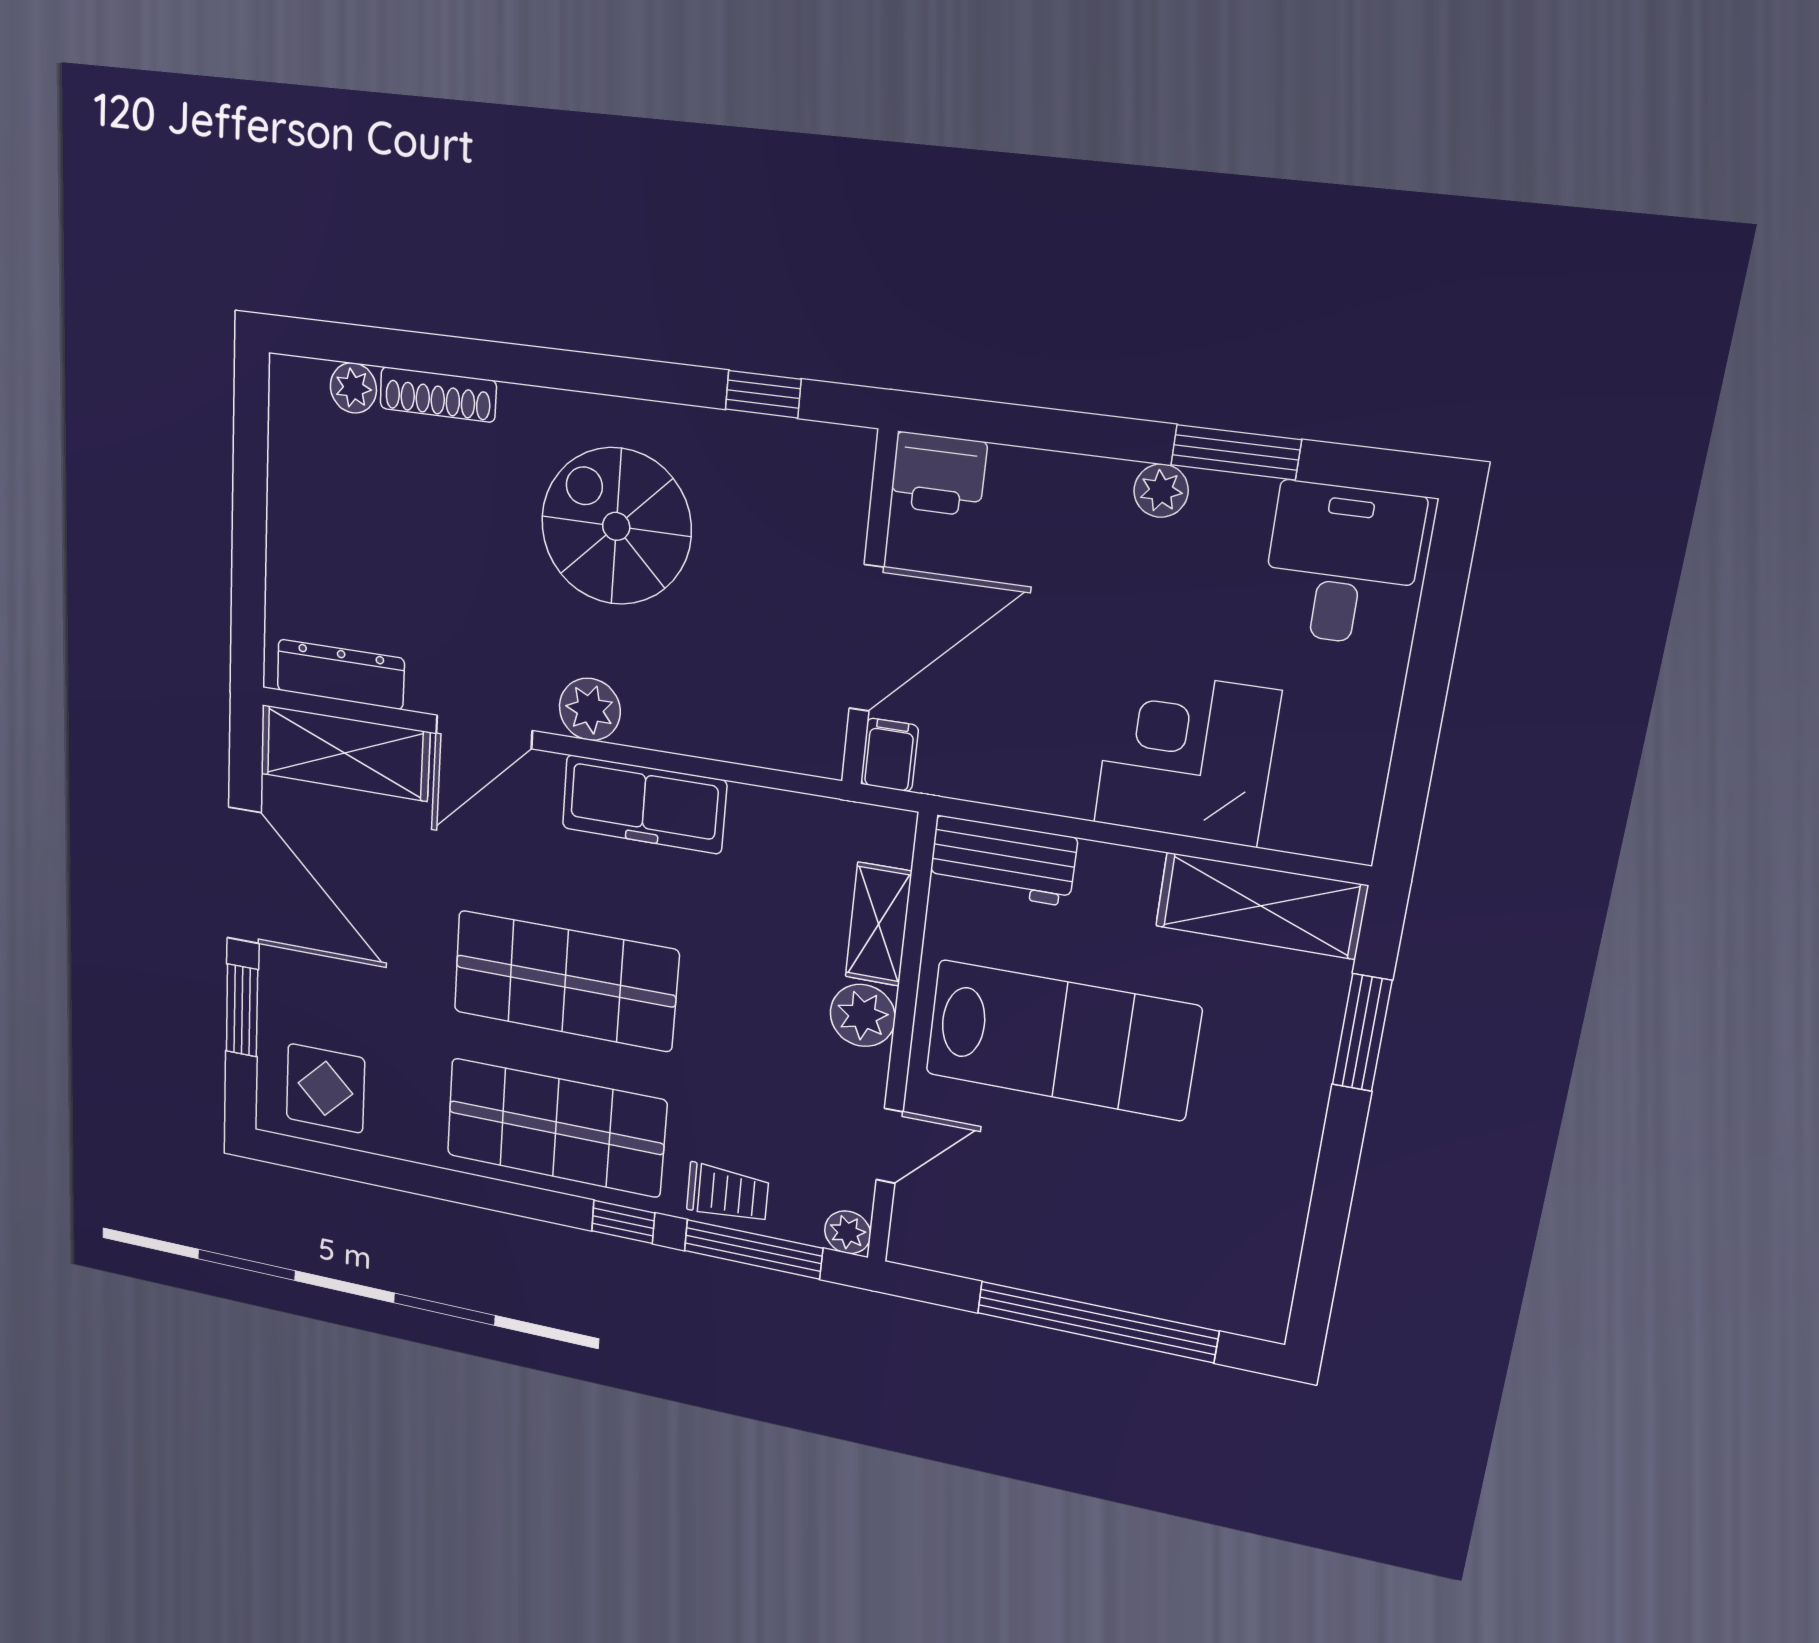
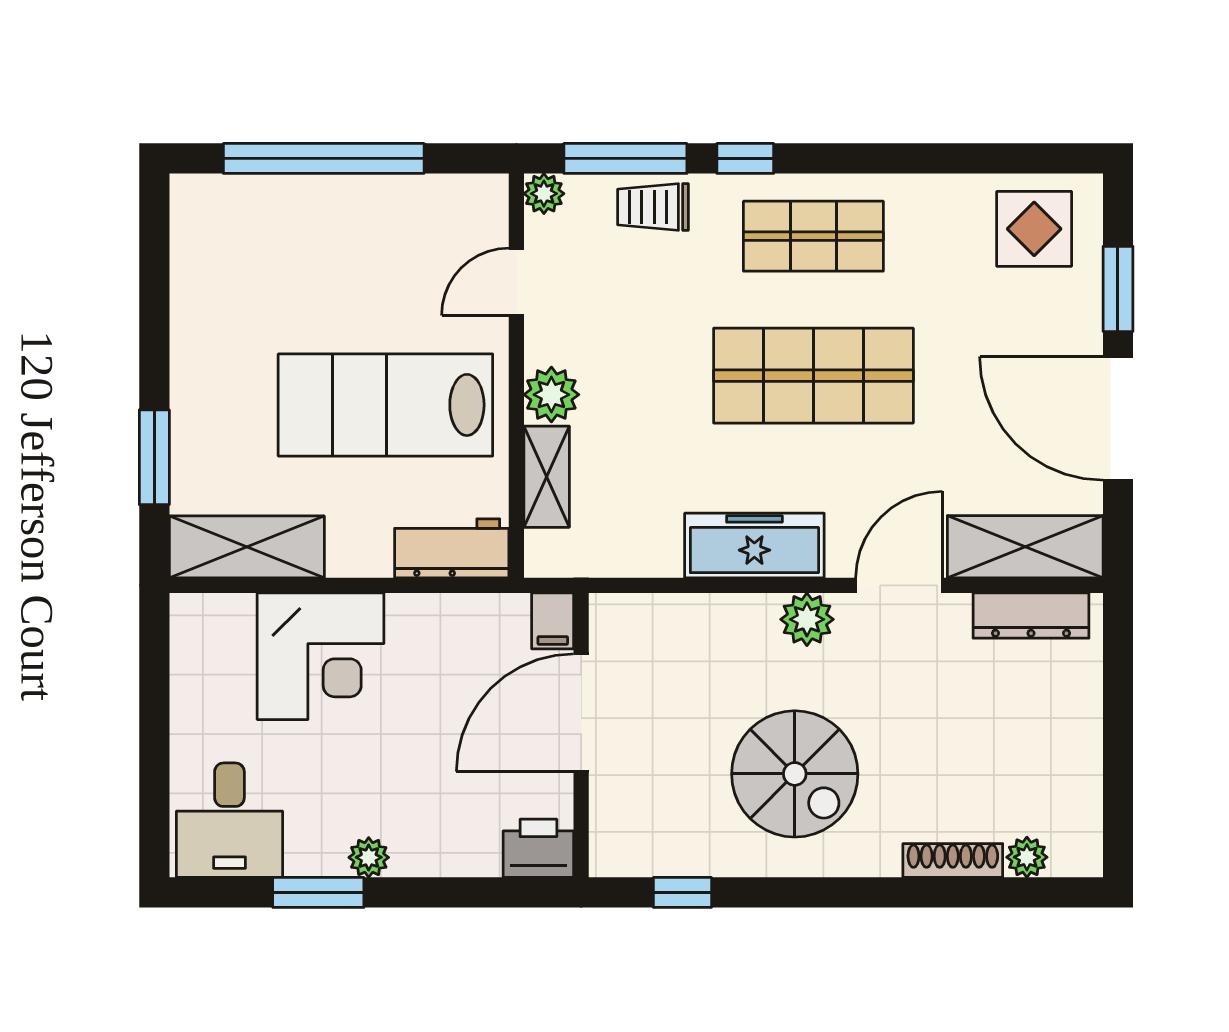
shop shelf: (556, 1128) -> (813, 236), width x0.70, depth x0.74

